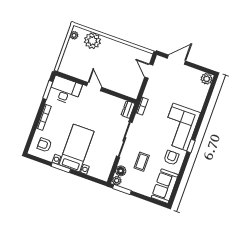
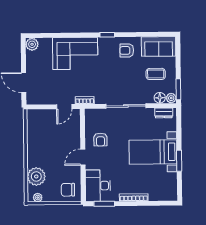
chair: (71, 64) -> (68, 190), added
door: (149, 71) -> (64, 107), moved
dresser: (128, 109) -> (164, 113), moved
corner sofa: (180, 127) -> (75, 53), moved
armchair: (44, 145) -> (100, 140), moved
coffee table: (142, 162) -> (156, 74), moved

